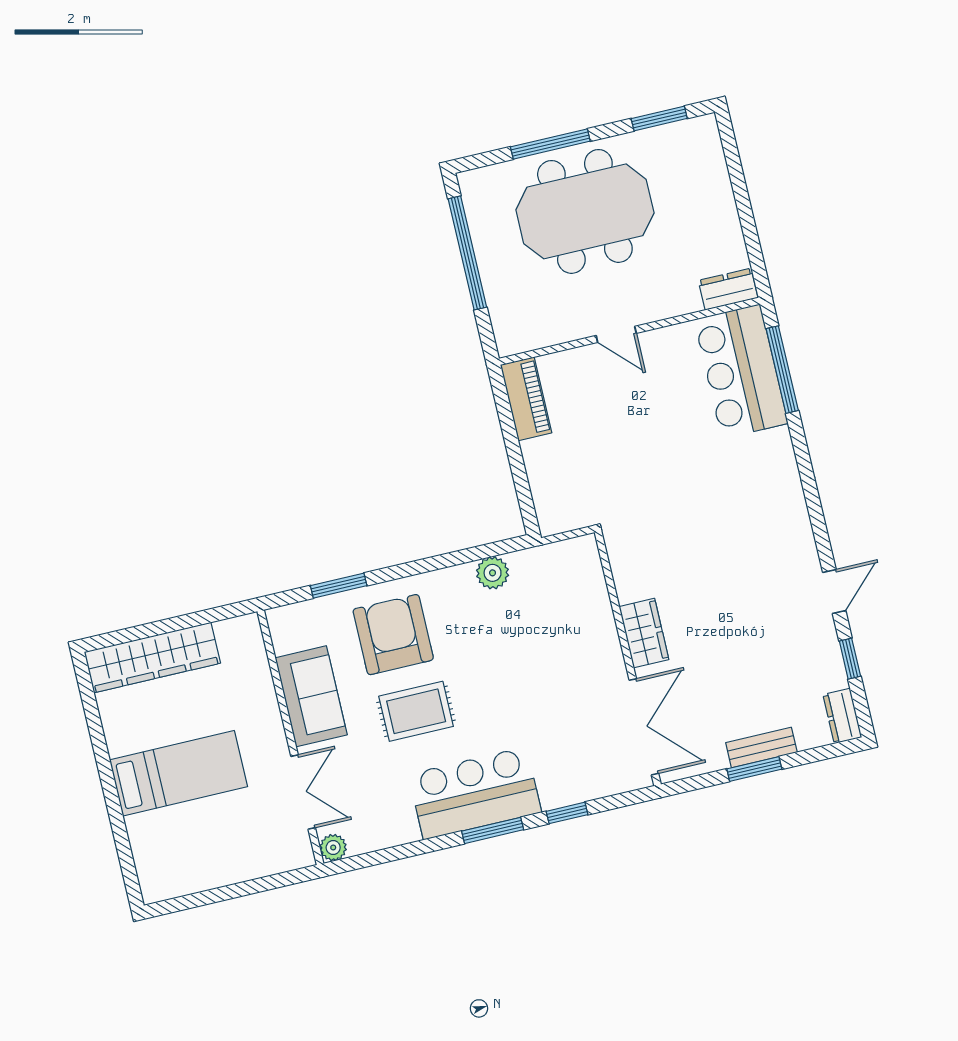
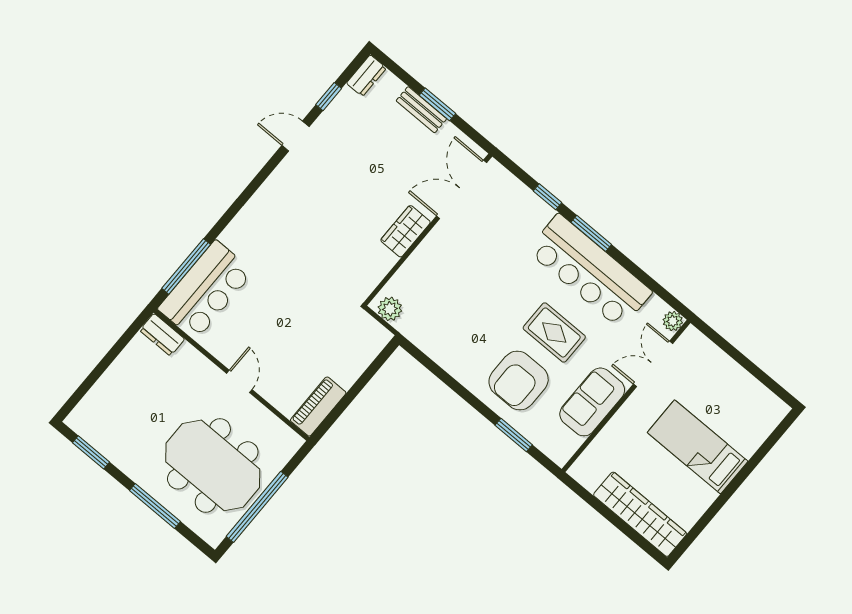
meeting table: (585, 211) -> (213, 465), moved
plant: (493, 573) -> (390, 309), moved
bar counter: (475, 793) -> (590, 271), width x1.36

